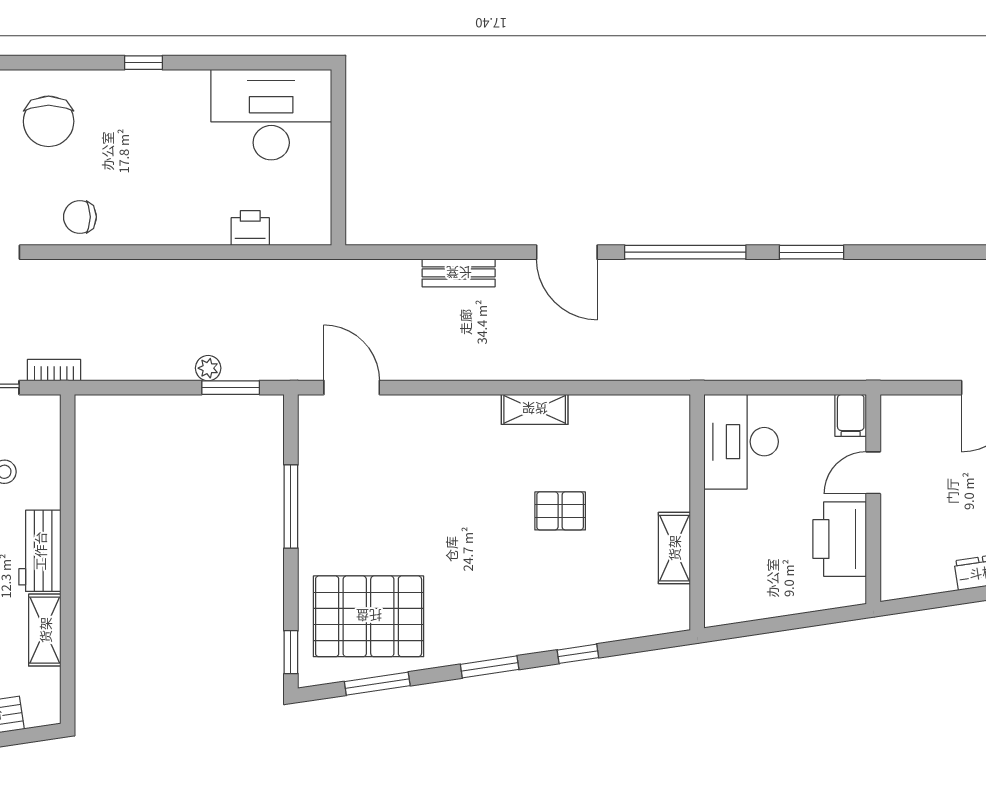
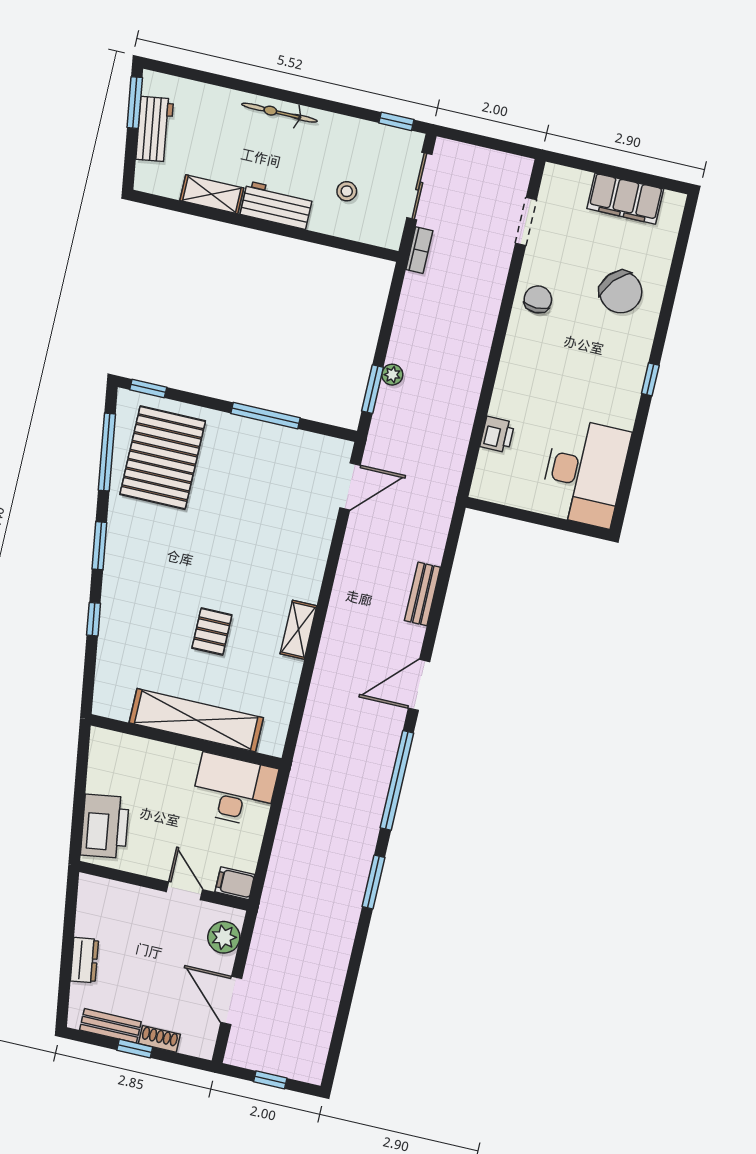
chair: (49, 121) -> (621, 292), turned -139
plant: (917, 414) -> (224, 937), added
printer: (840, 539) -> (105, 826), moved, turned 82
shelving: (674, 548) -> (196, 720), width x2.20, depth x1.33
window: (377, 684) -> (107, 452), width x1.44

